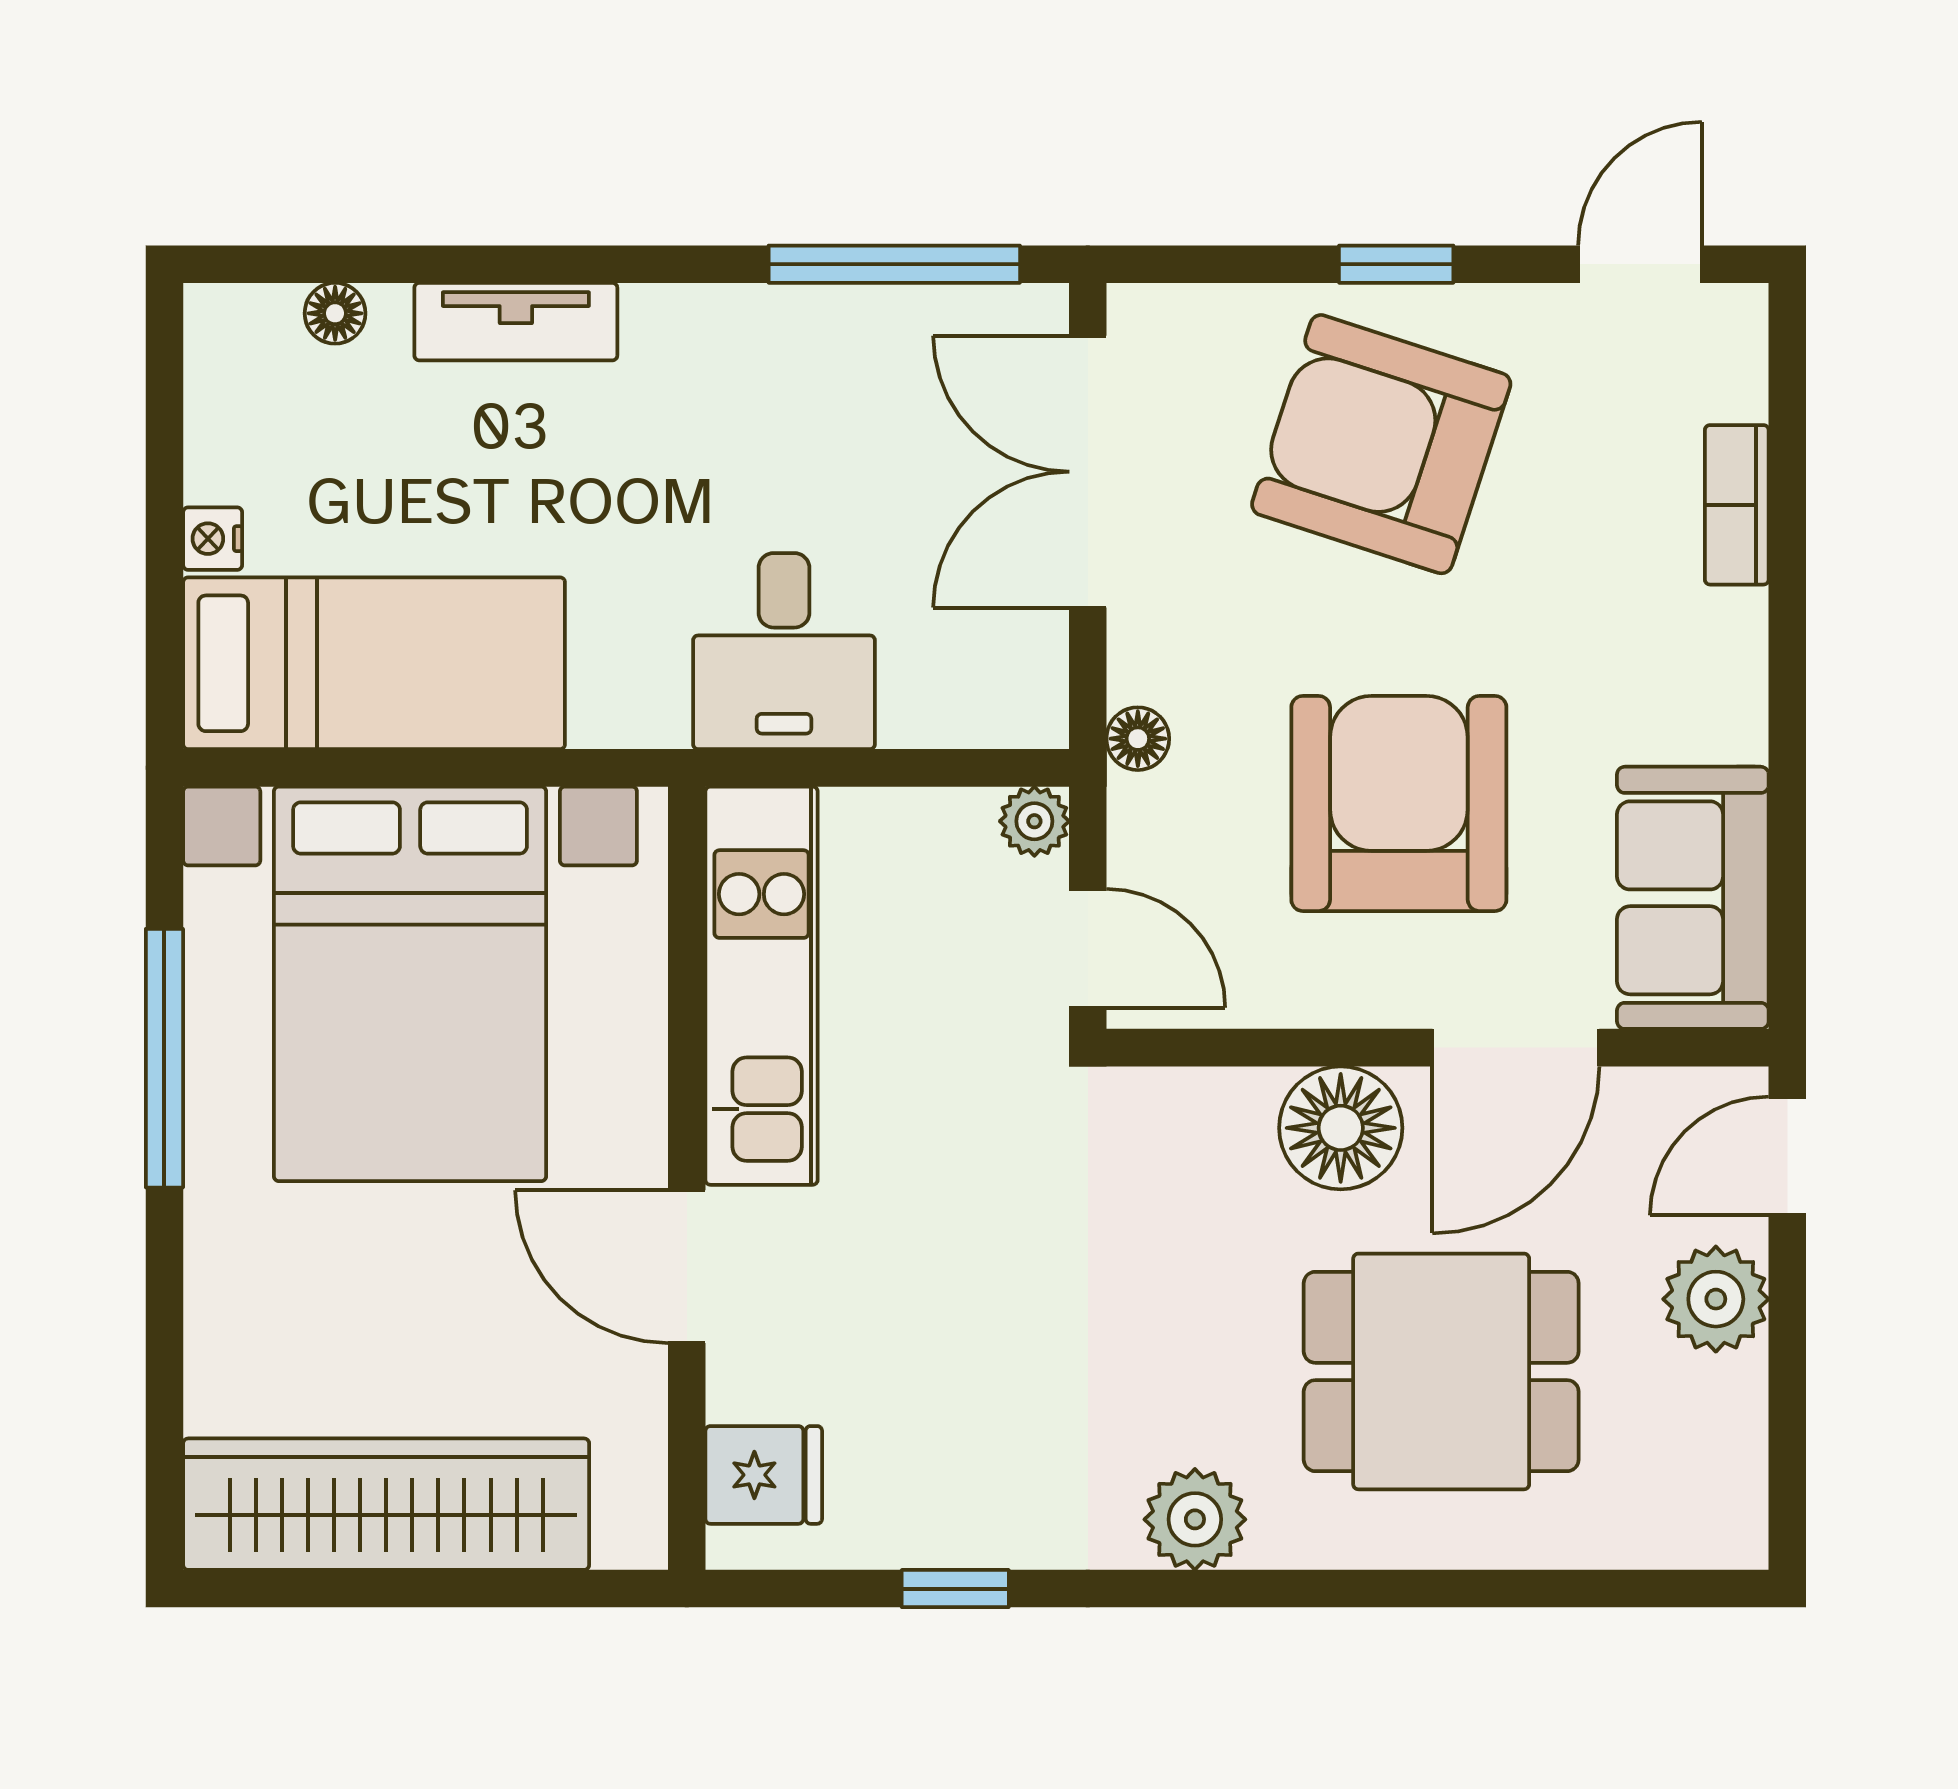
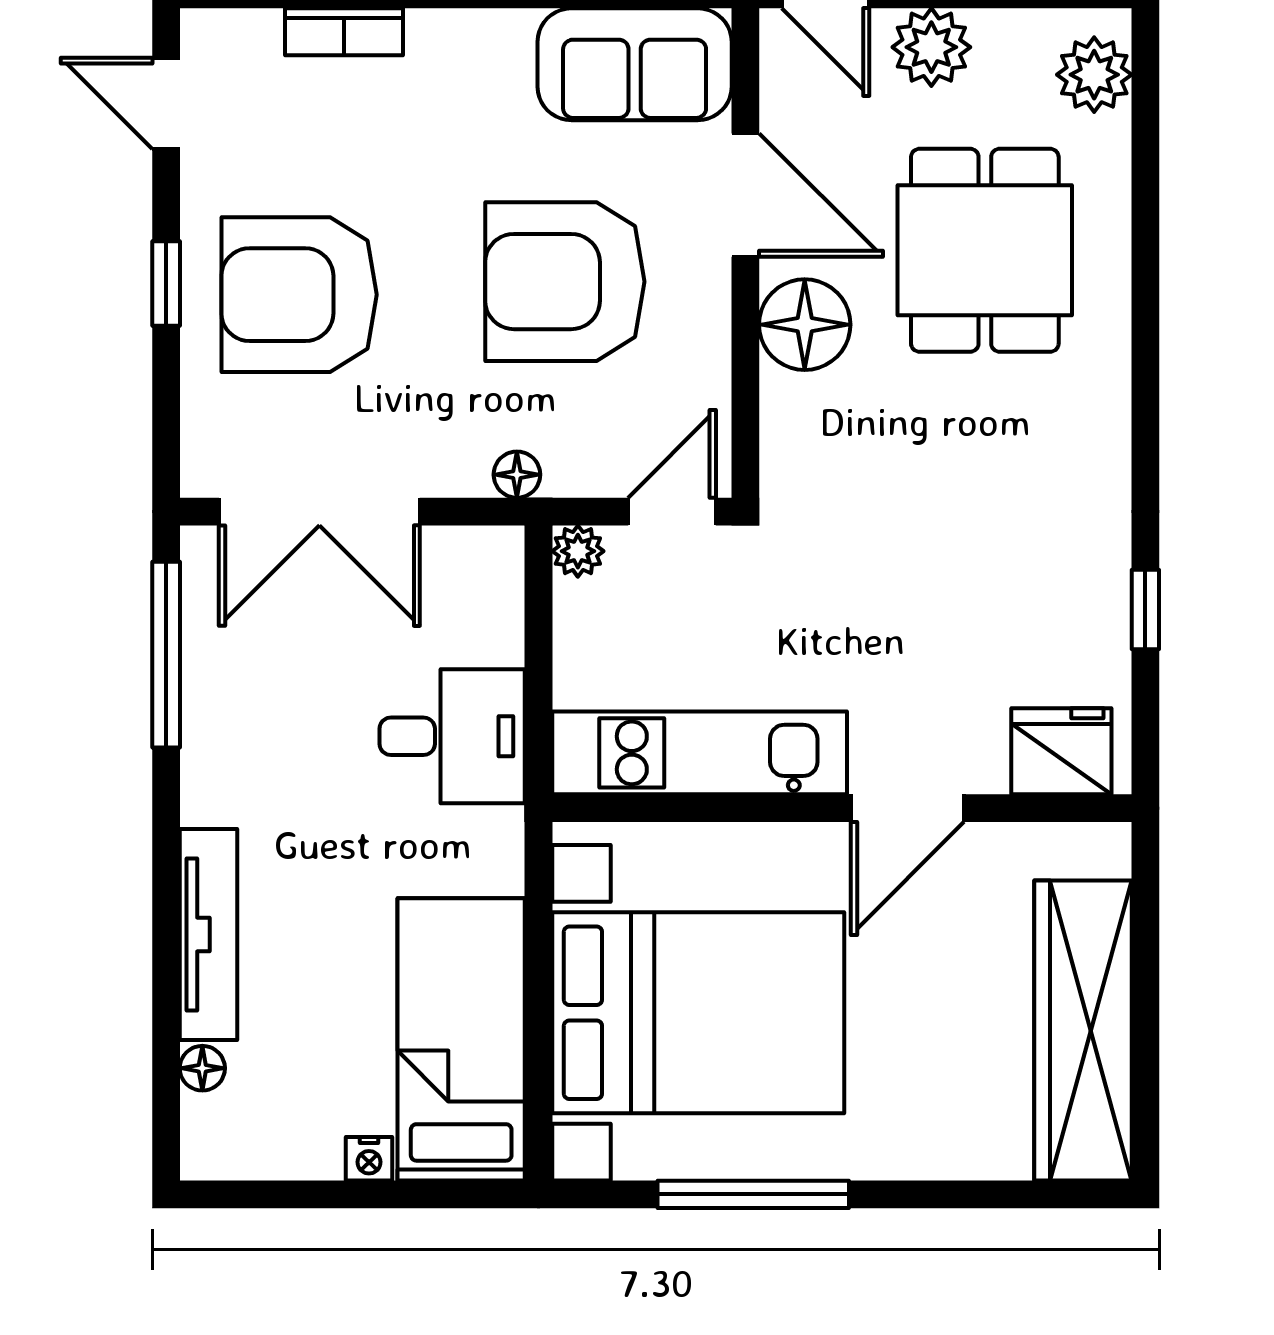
tv unit: (516, 322) -> (209, 935), width x1.41
armchair: (1381, 444) -> (299, 295), turned 72
fridge: (764, 1475) -> (1061, 751), width x1.38
plant: (1195, 1519) -> (1094, 75), moved

